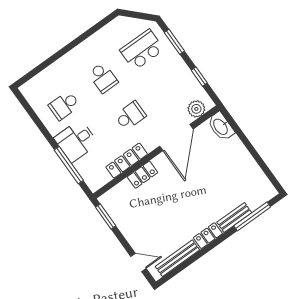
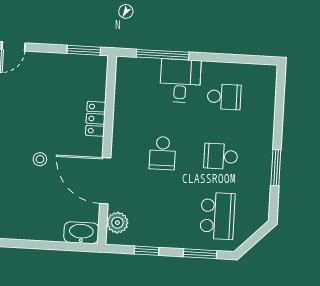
window: (82, 38) -> (276, 168), added
school desk: (64, 105) -> (224, 97), turned 90
locker: (127, 161) -> (122, 114), removed
stool: (196, 189) -> (40, 159), added

